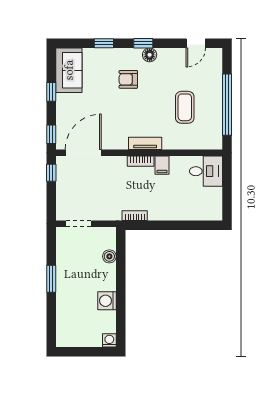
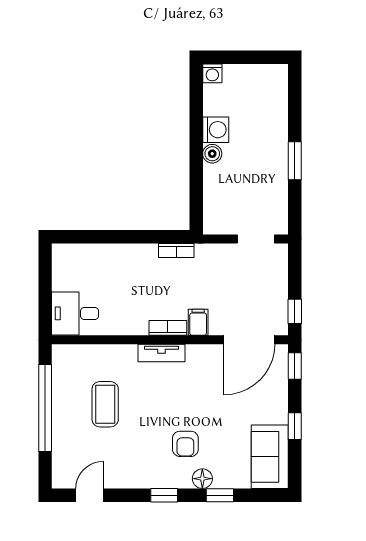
floor lamp: (150, 55) -> (202, 479), moved
armchair: (128, 79) -> (185, 444), turned 90
filing cabinet: (162, 165) -> (198, 322), moved
boiler: (109, 256) -> (212, 154), moved

